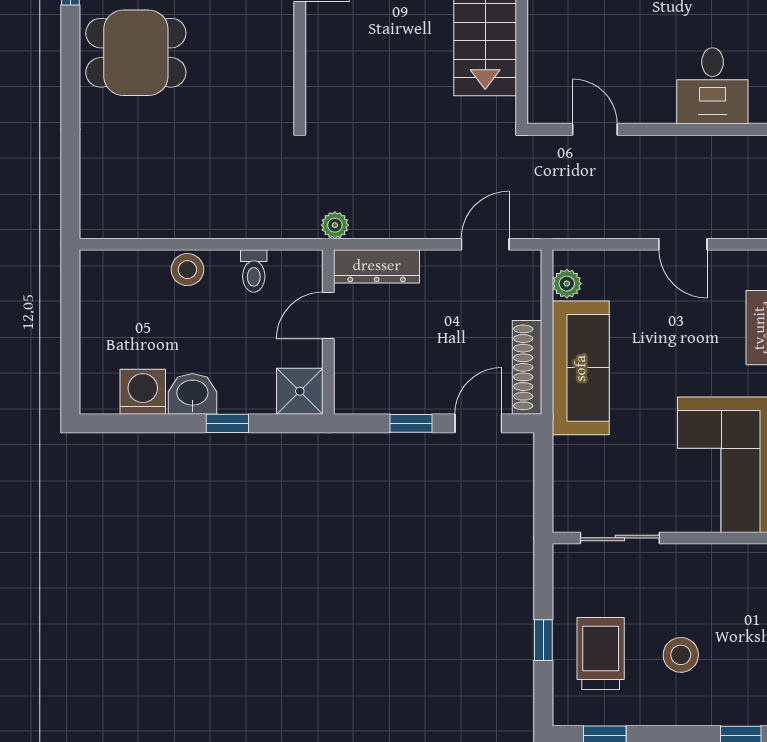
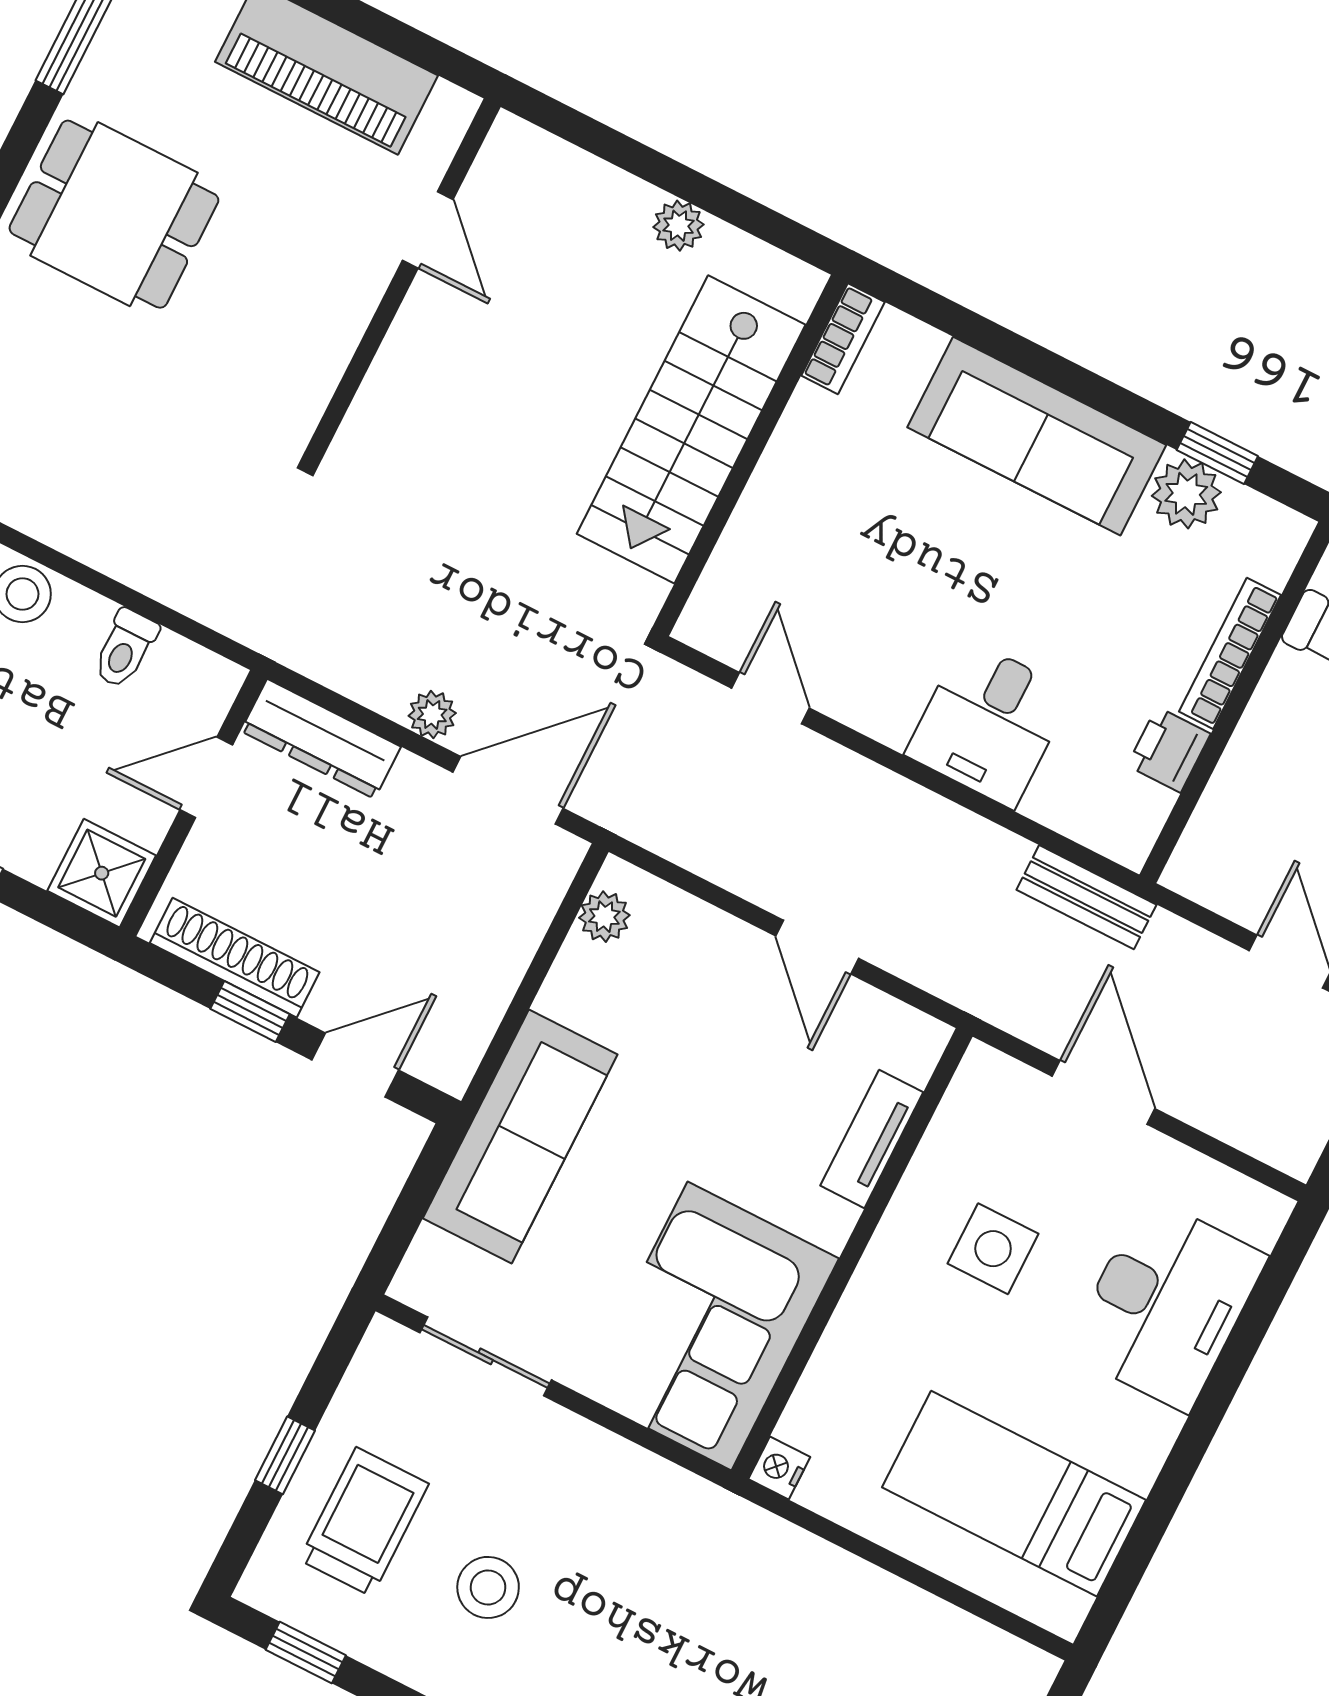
plant: (335, 225) -> (432, 714), moved
door: (485, 244) -> (508, 790), width x1.38
shoe rack: (527, 367) -> (235, 958), moved, turned 90
sofa: (581, 368) -> (520, 1136), moved

